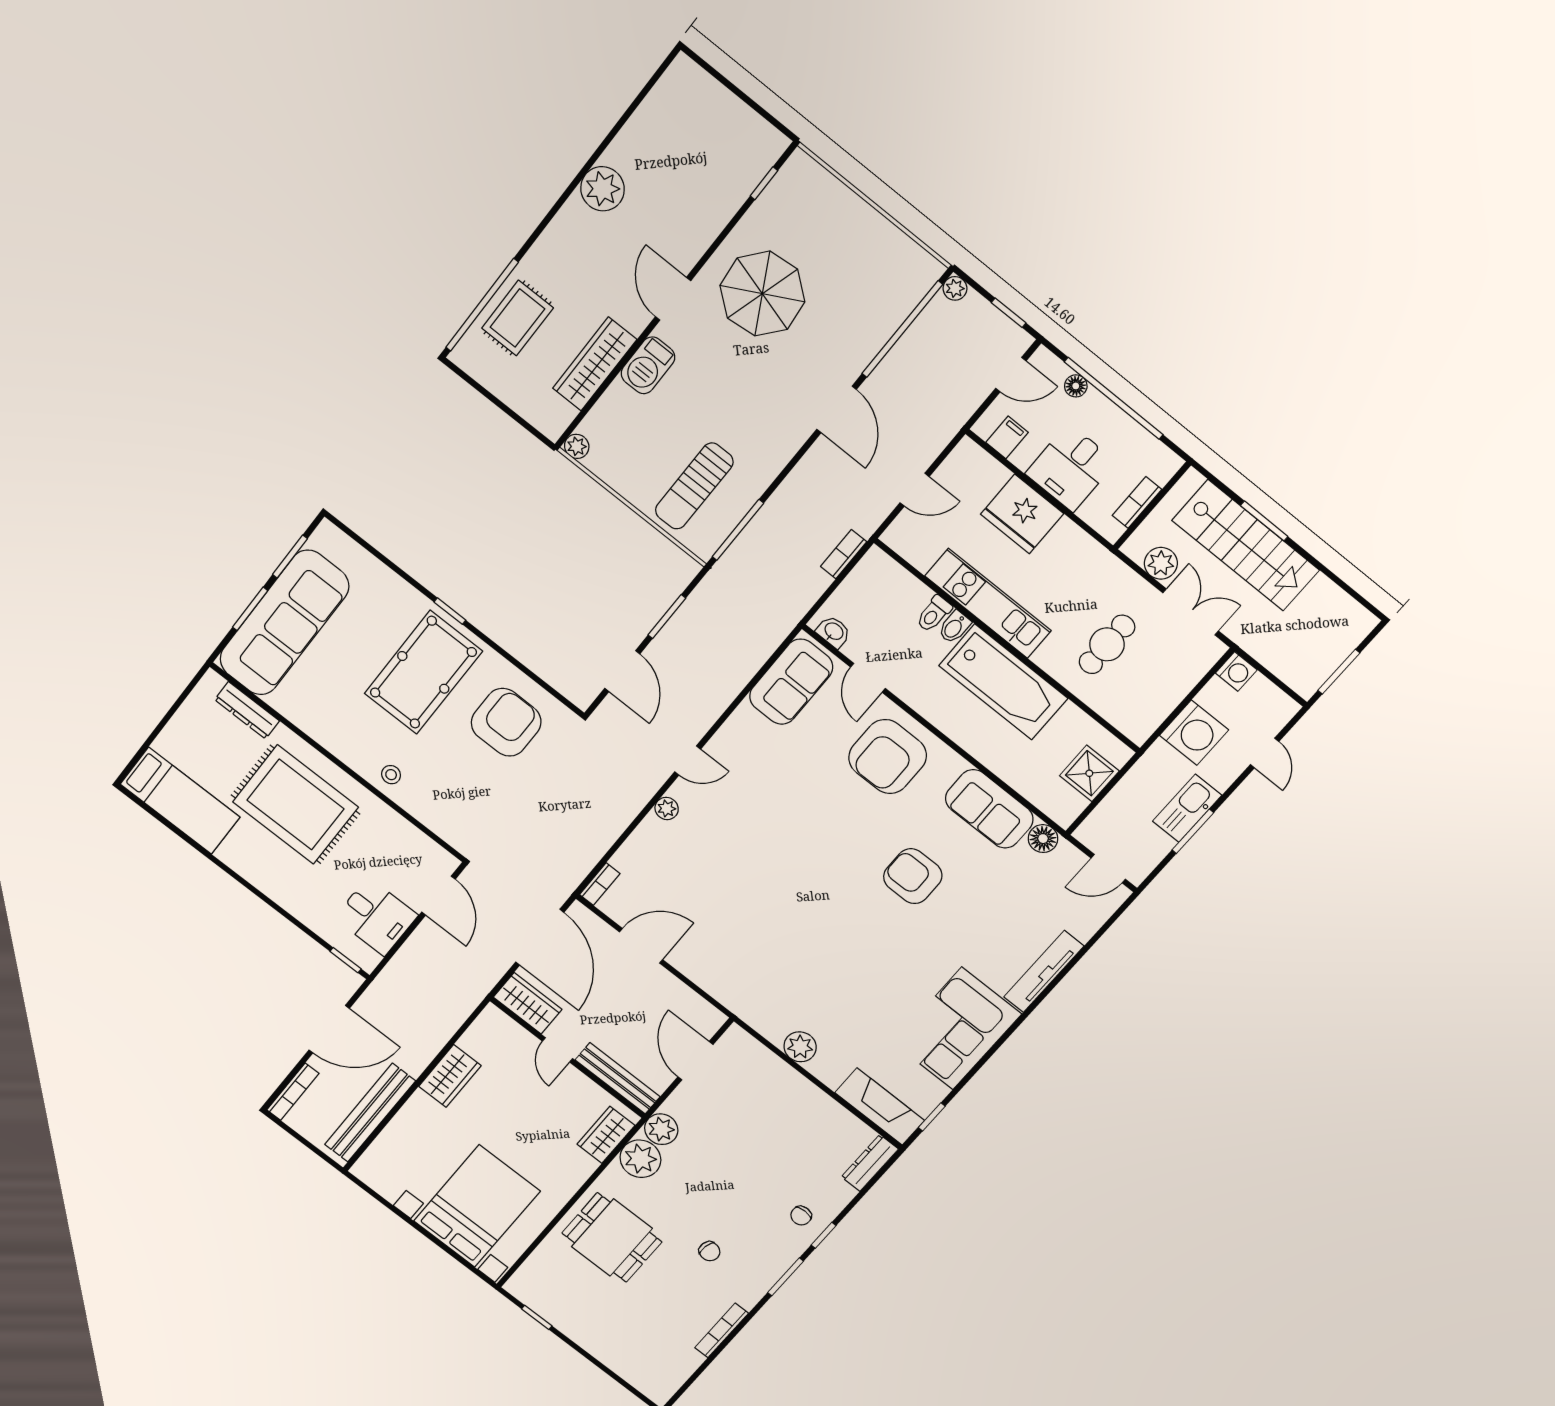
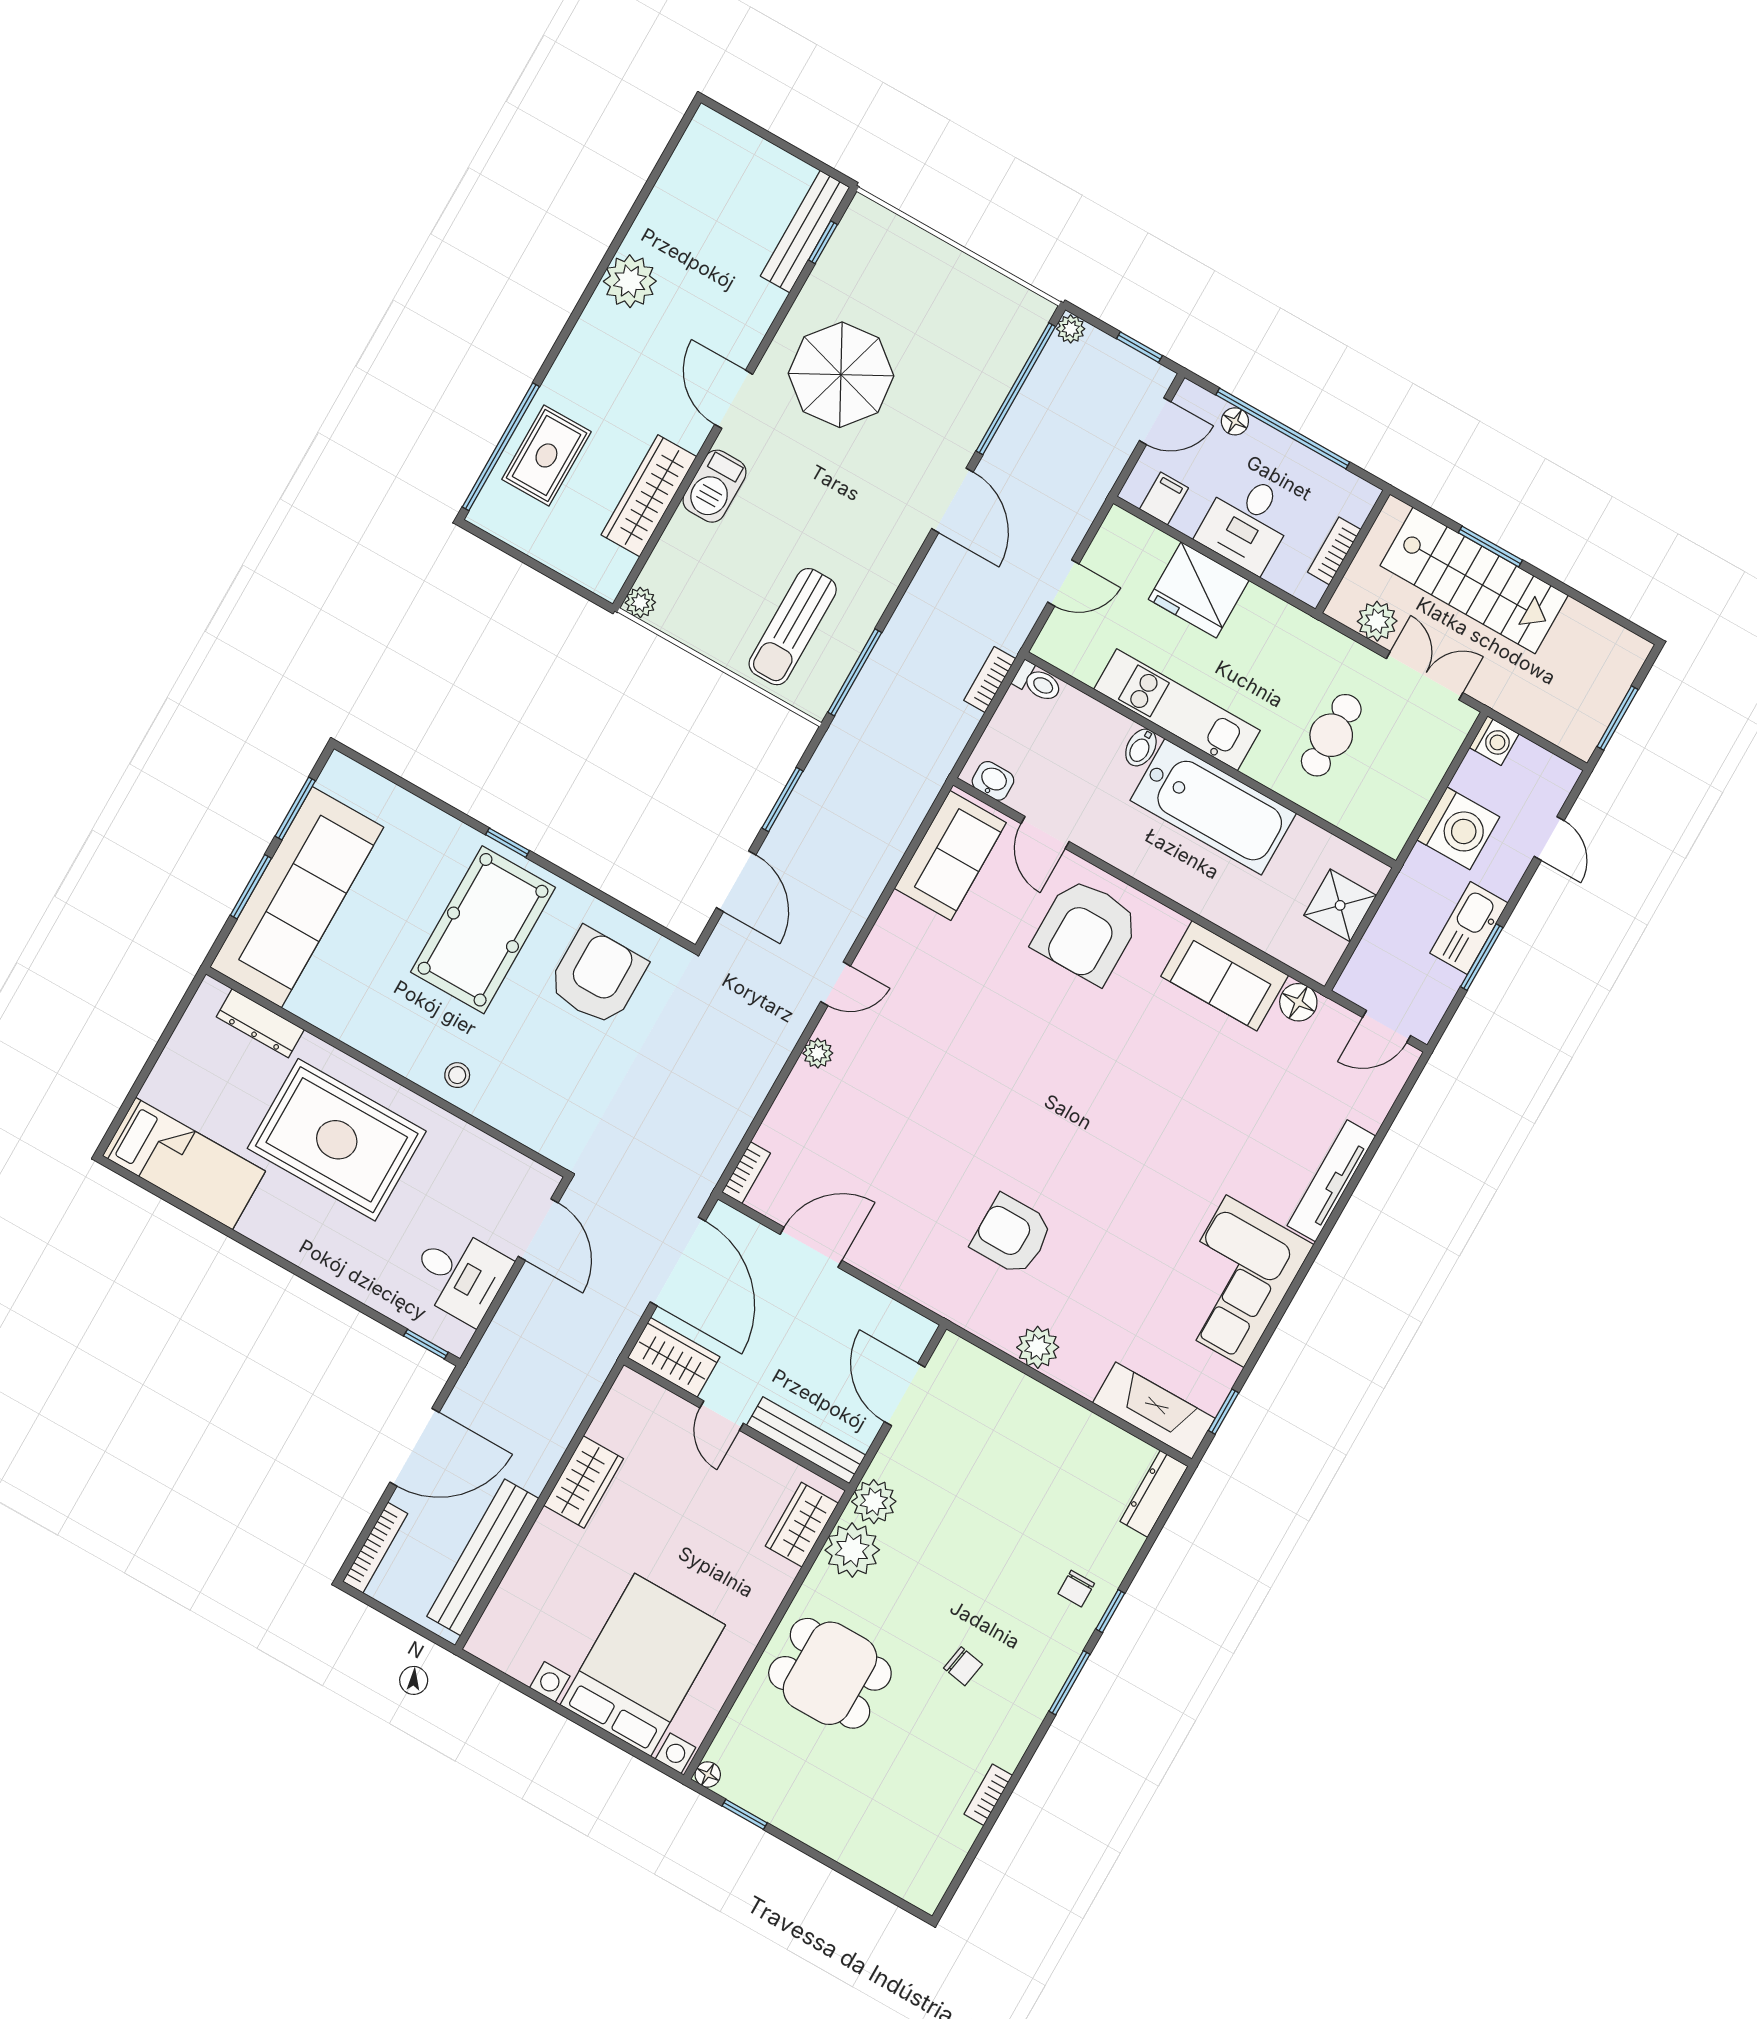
bench: (751, 172) -> (805, 232), added
toilet: (934, 614) -> (1038, 682), moved, turned -90
armchair: (913, 876) -> (1012, 1235), moved
floor lamp: (514, 1287) -> (708, 1774), added
bookcase: (721, 1330) -> (988, 1795), width x0.64

